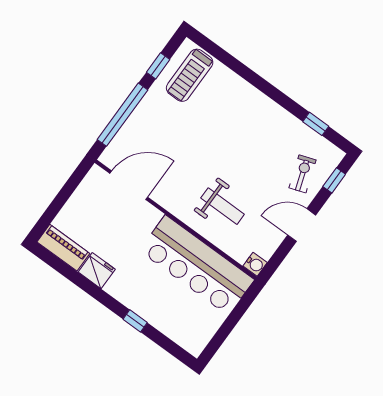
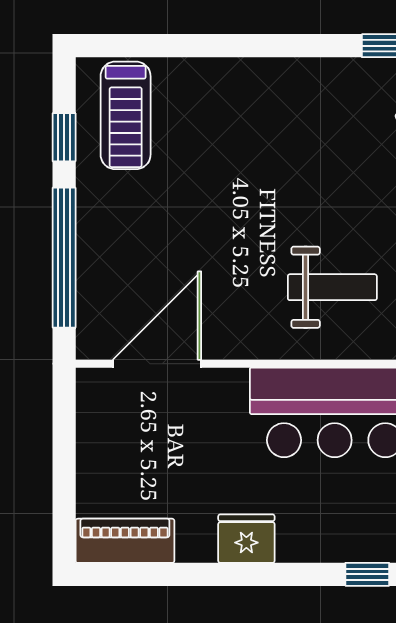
fridge: (97, 271) -> (246, 539), moved
window: (135, 321) -> (367, 574), moved

